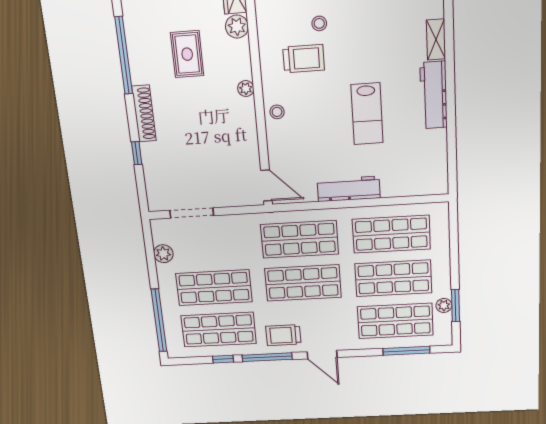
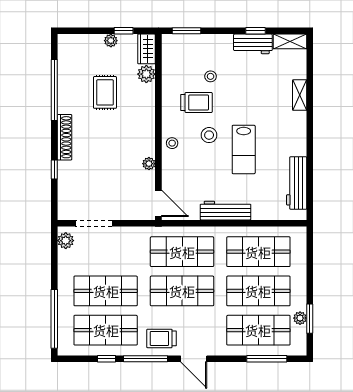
plant: (246, 89) -> (149, 164), moved
workbench: (434, 95) -> (297, 183), moved
stool: (322, 99) -> (209, 135), added
plant: (163, 254) -> (66, 241), moved

